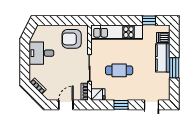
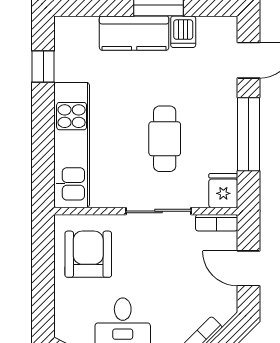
dishwasher: (163, 38) -> (183, 32), moved
armchair: (72, 39) -> (88, 254), turned 180
window: (121, 105) -> (249, 134), width x2.17

